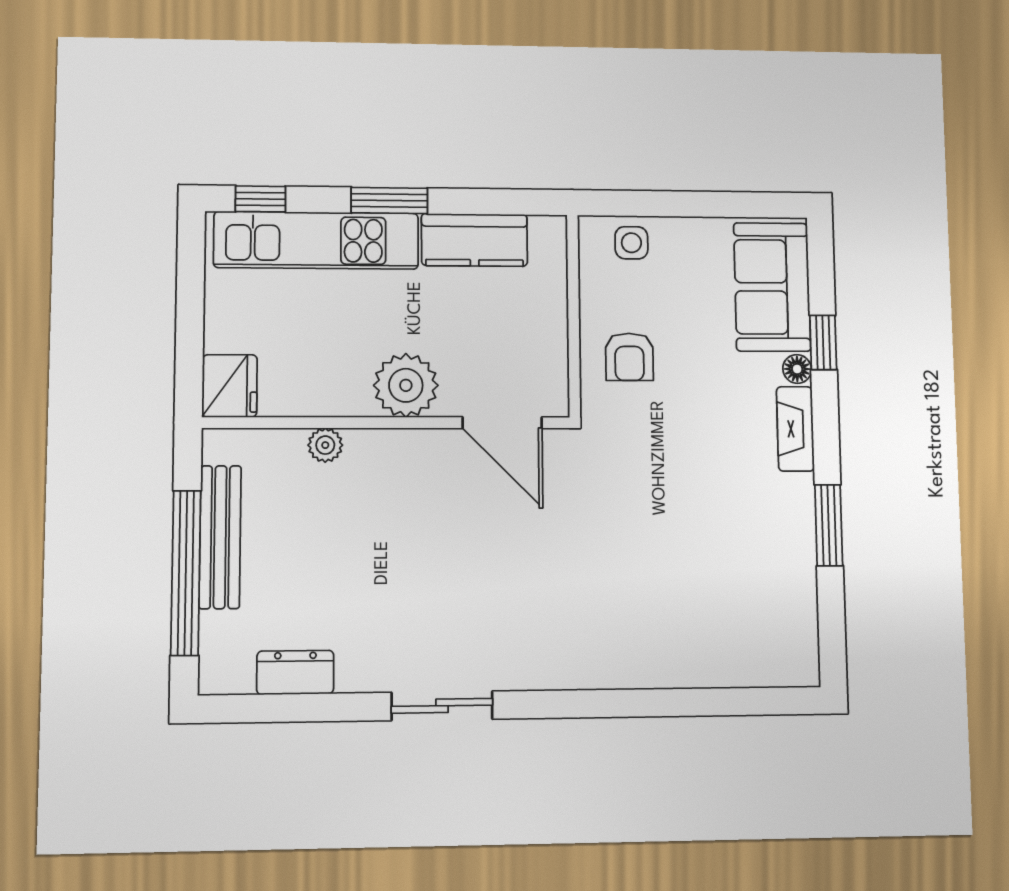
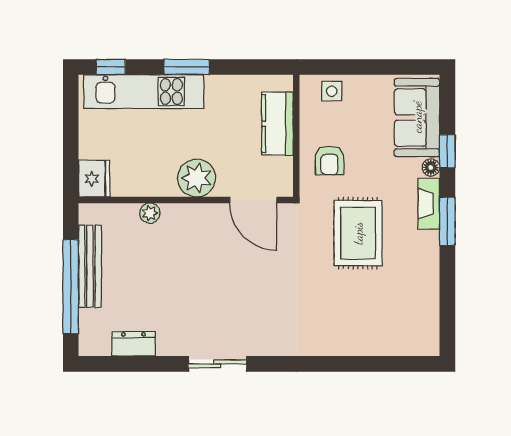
kitchen counter: (474, 240) -> (277, 124), moved, turned 90
rug: (679, 478) -> (358, 233), added
window: (829, 525) -> (447, 221), moved

